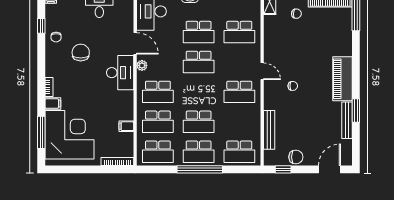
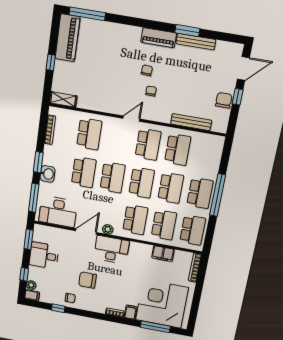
chair: (296, 14) -> (147, 70), moved
piano: (342, 79) -> (159, 38), width x0.73, depth x0.75
school desk: (199, 92) -> (142, 183), added
filing cabinet: (126, 126) -> (163, 254), width x2.00
school desk: (239, 152) -> (178, 150), moved
window: (283, 169) -> (238, 97), moved
door: (329, 169) -> (243, 68), swing flipped

